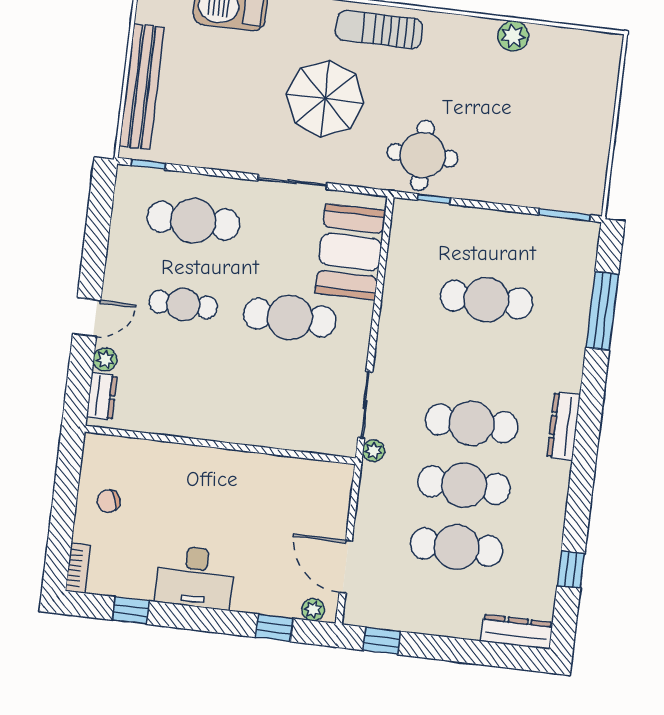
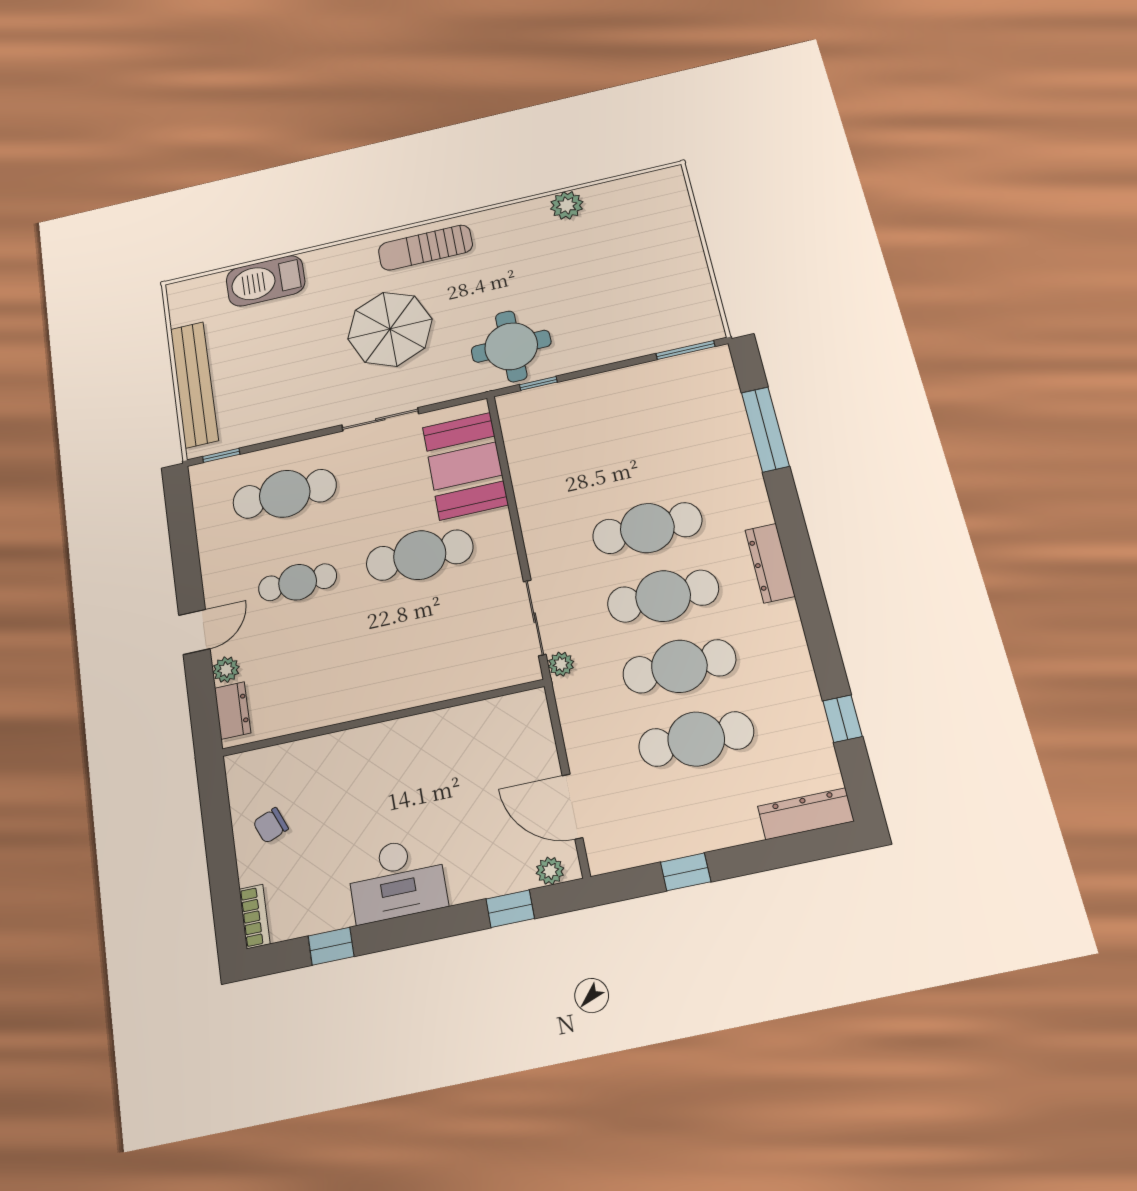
cafe table: (486, 300) -> (647, 528), moved
window: (382, 641) -> (686, 872), moved

